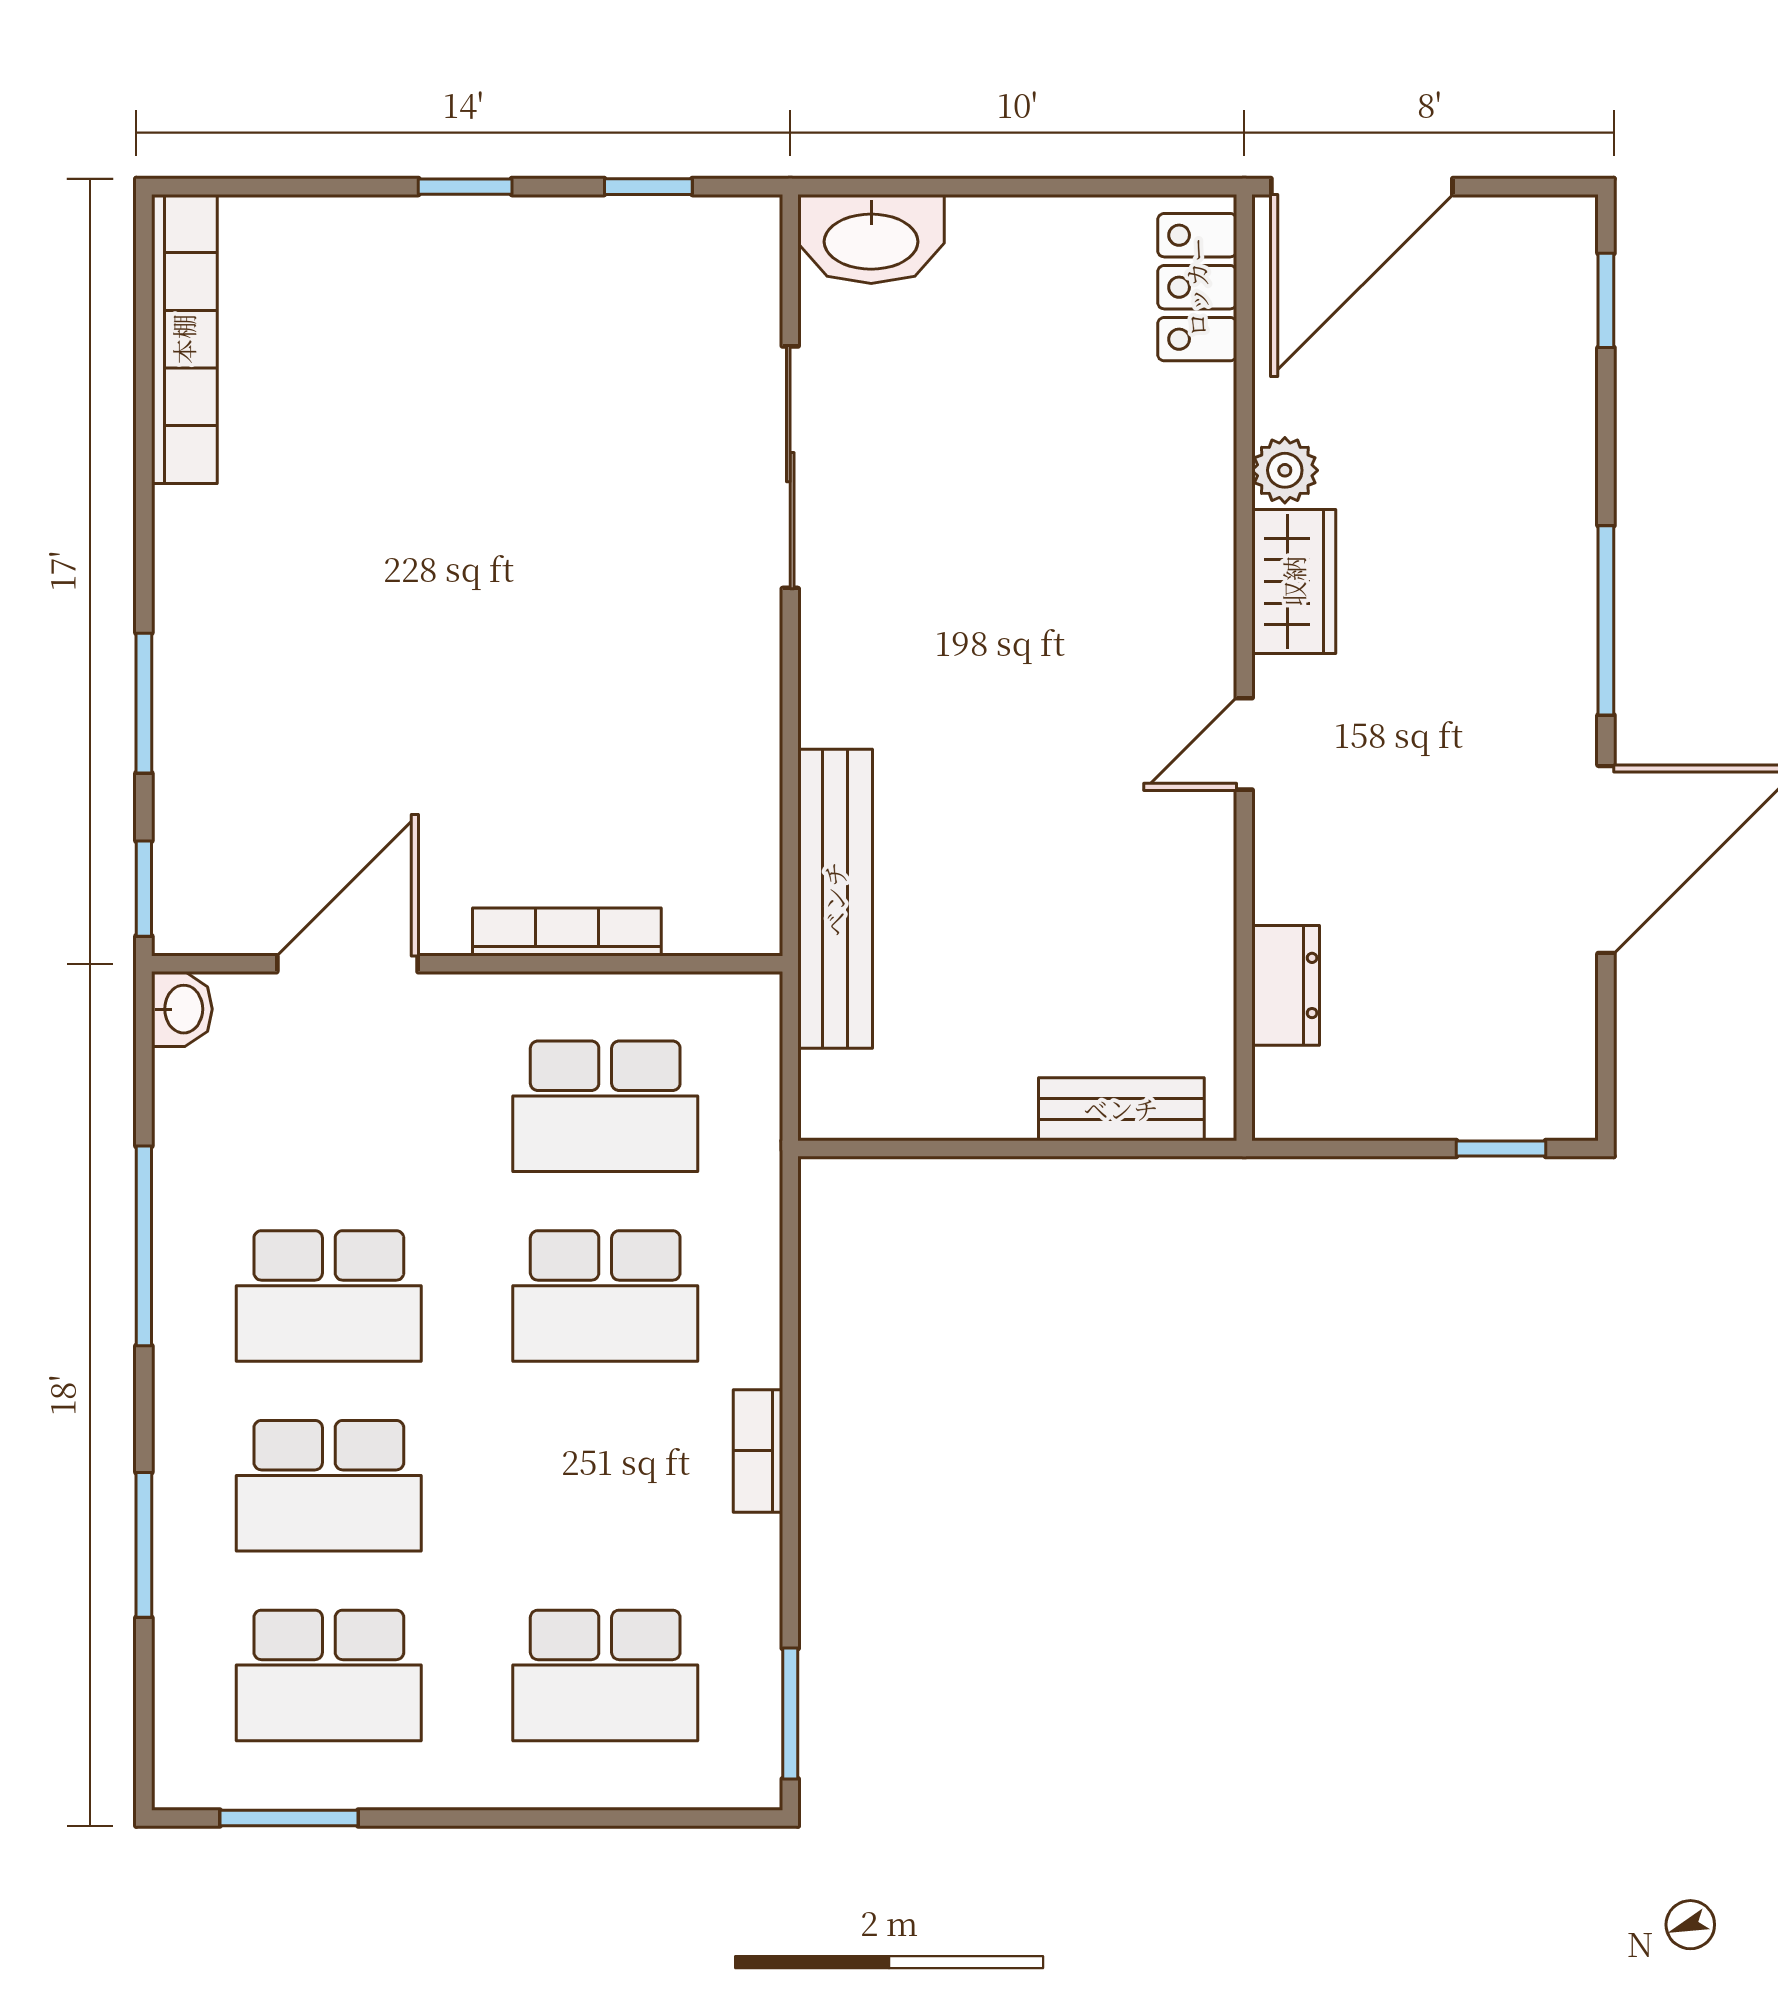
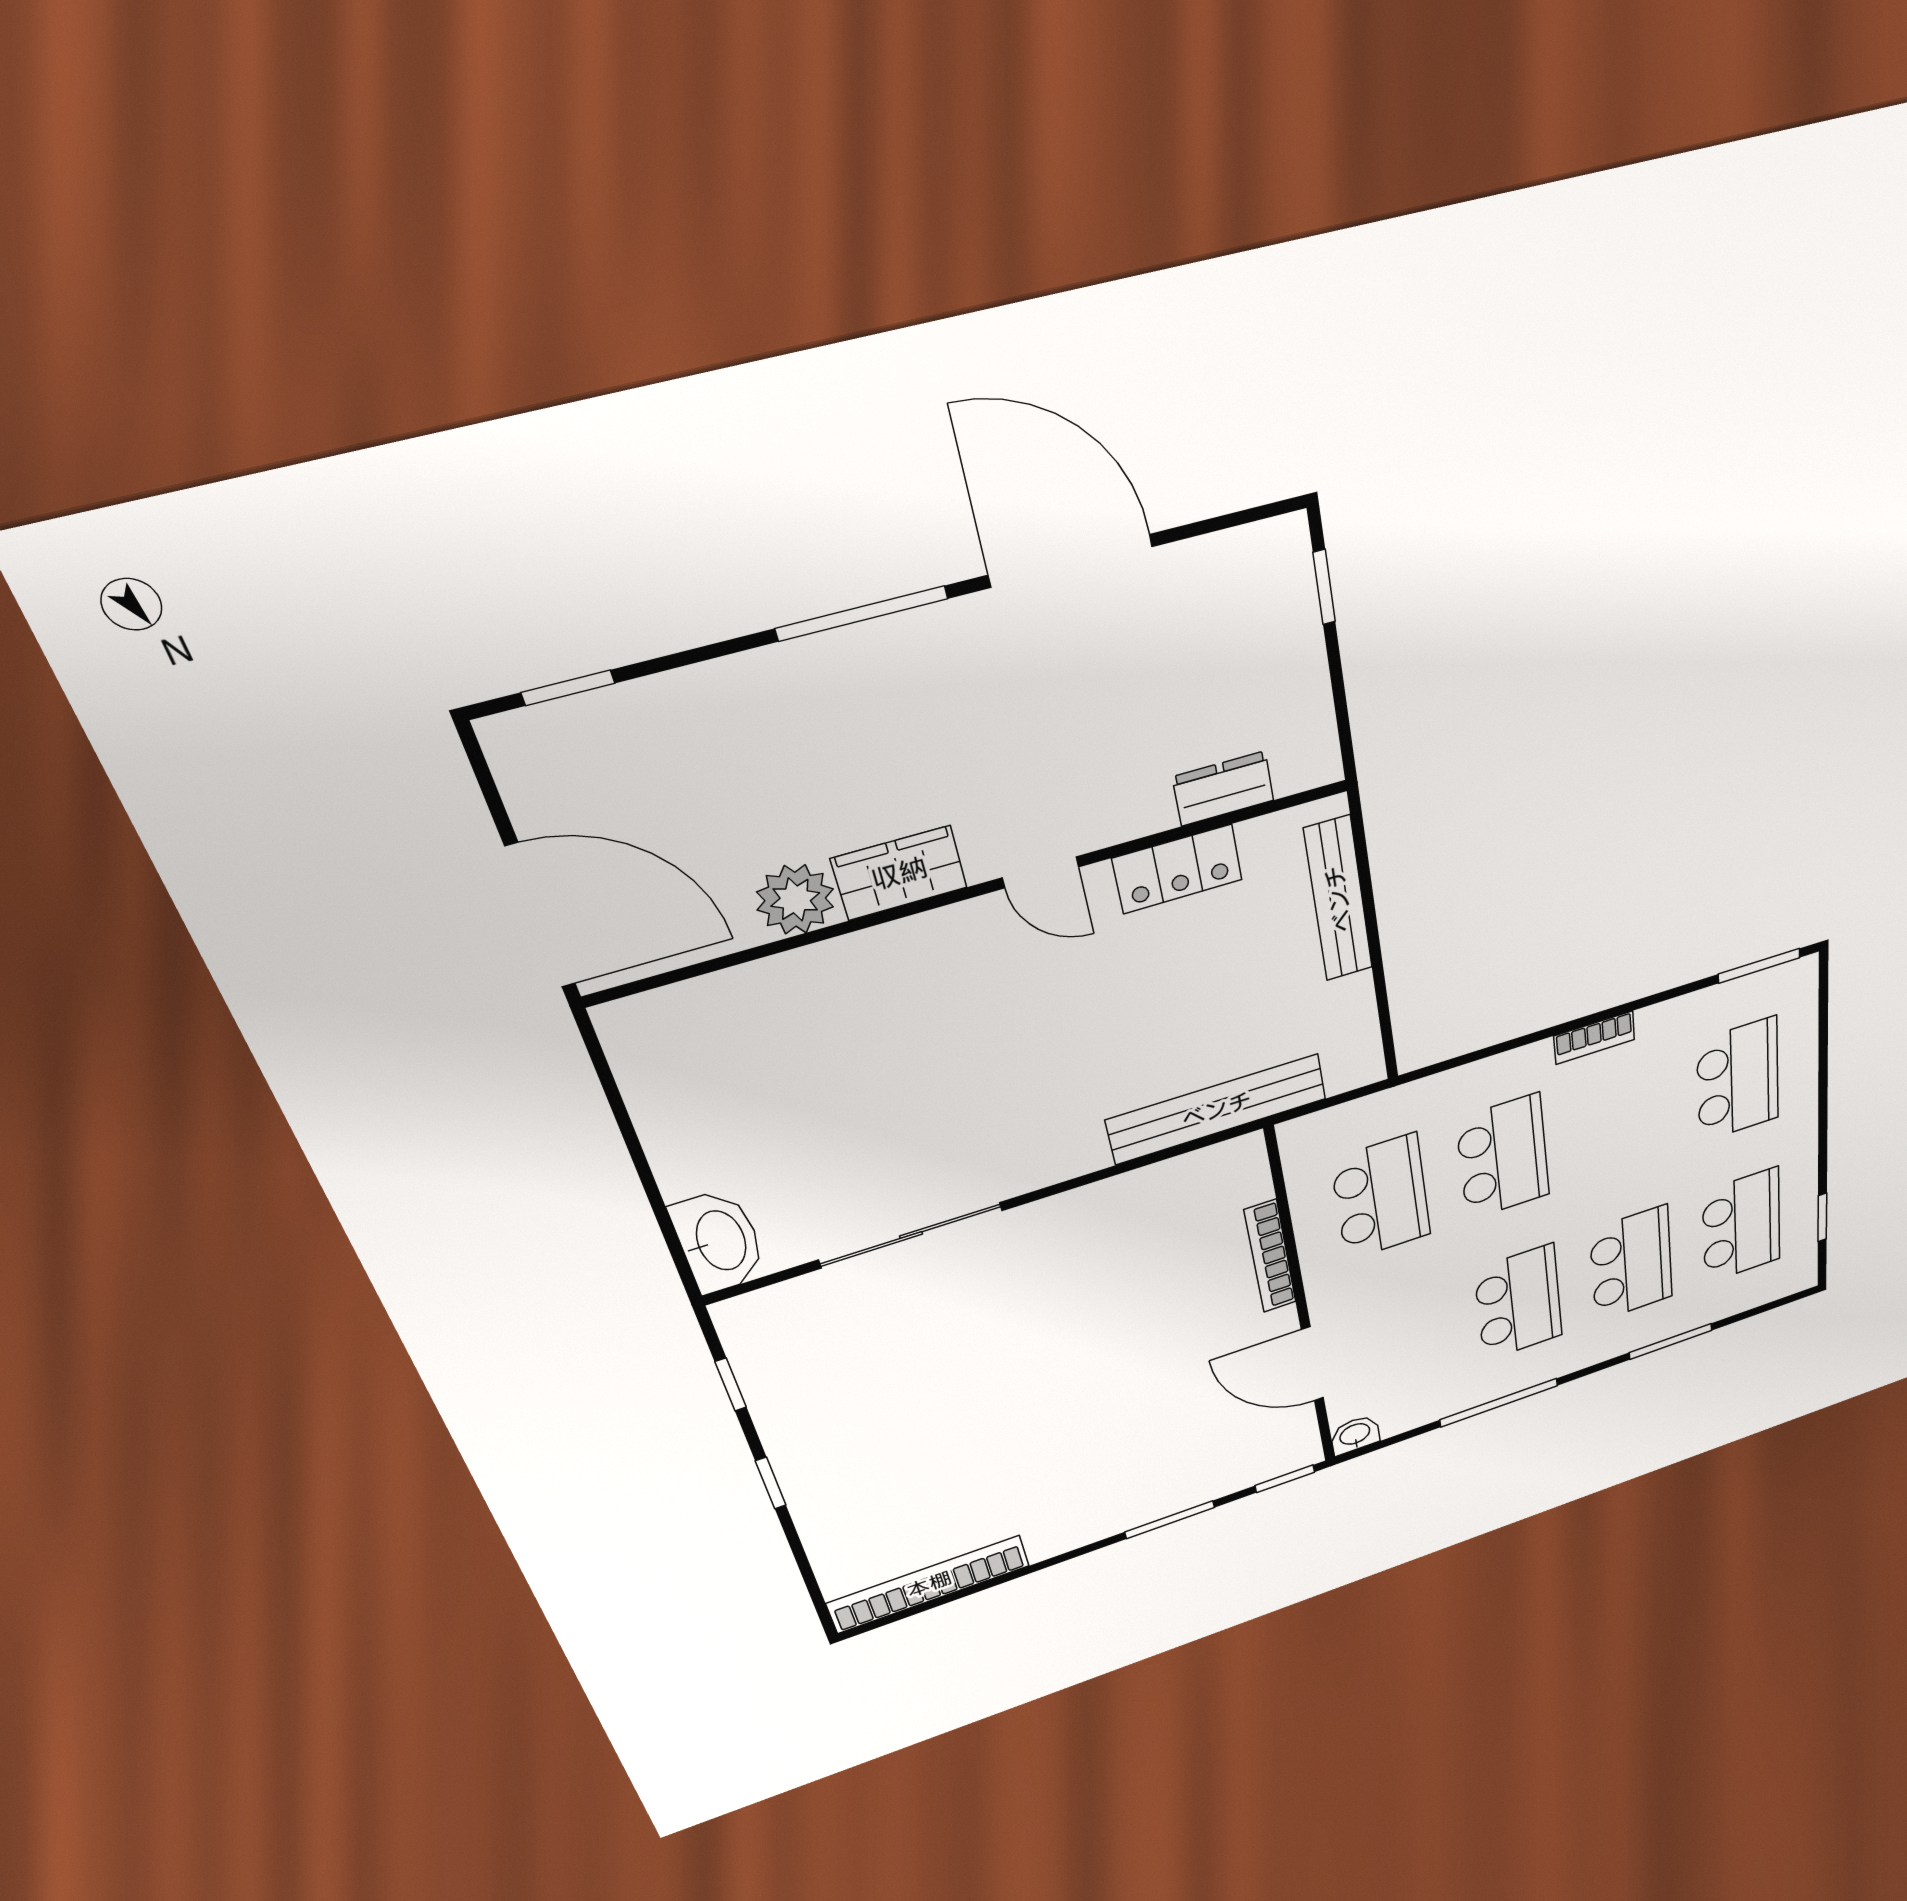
locker: (1197, 287) -> (1178, 869), moved
plant: (1285, 470) -> (795, 899), width x1.38, depth x1.38
bench: (1121, 1109) -> (1338, 899), width x1.36
window: (289, 1818) -> (1822, 1217), width x0.67

